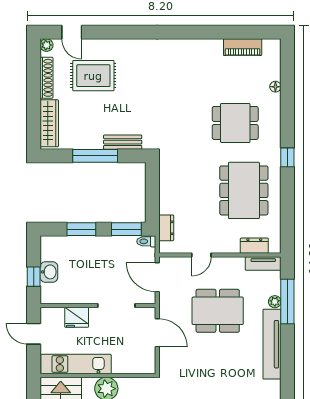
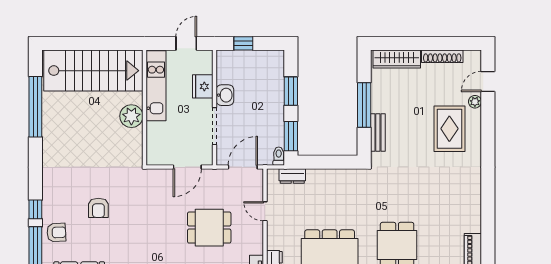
plant: (47, 45) -> (475, 102), moved
rug: (93, 76) -> (449, 129), moved
washbasin: (49, 272) -> (225, 95), moved, turned -90
dining table: (218, 311) -> (209, 228), width x0.73

